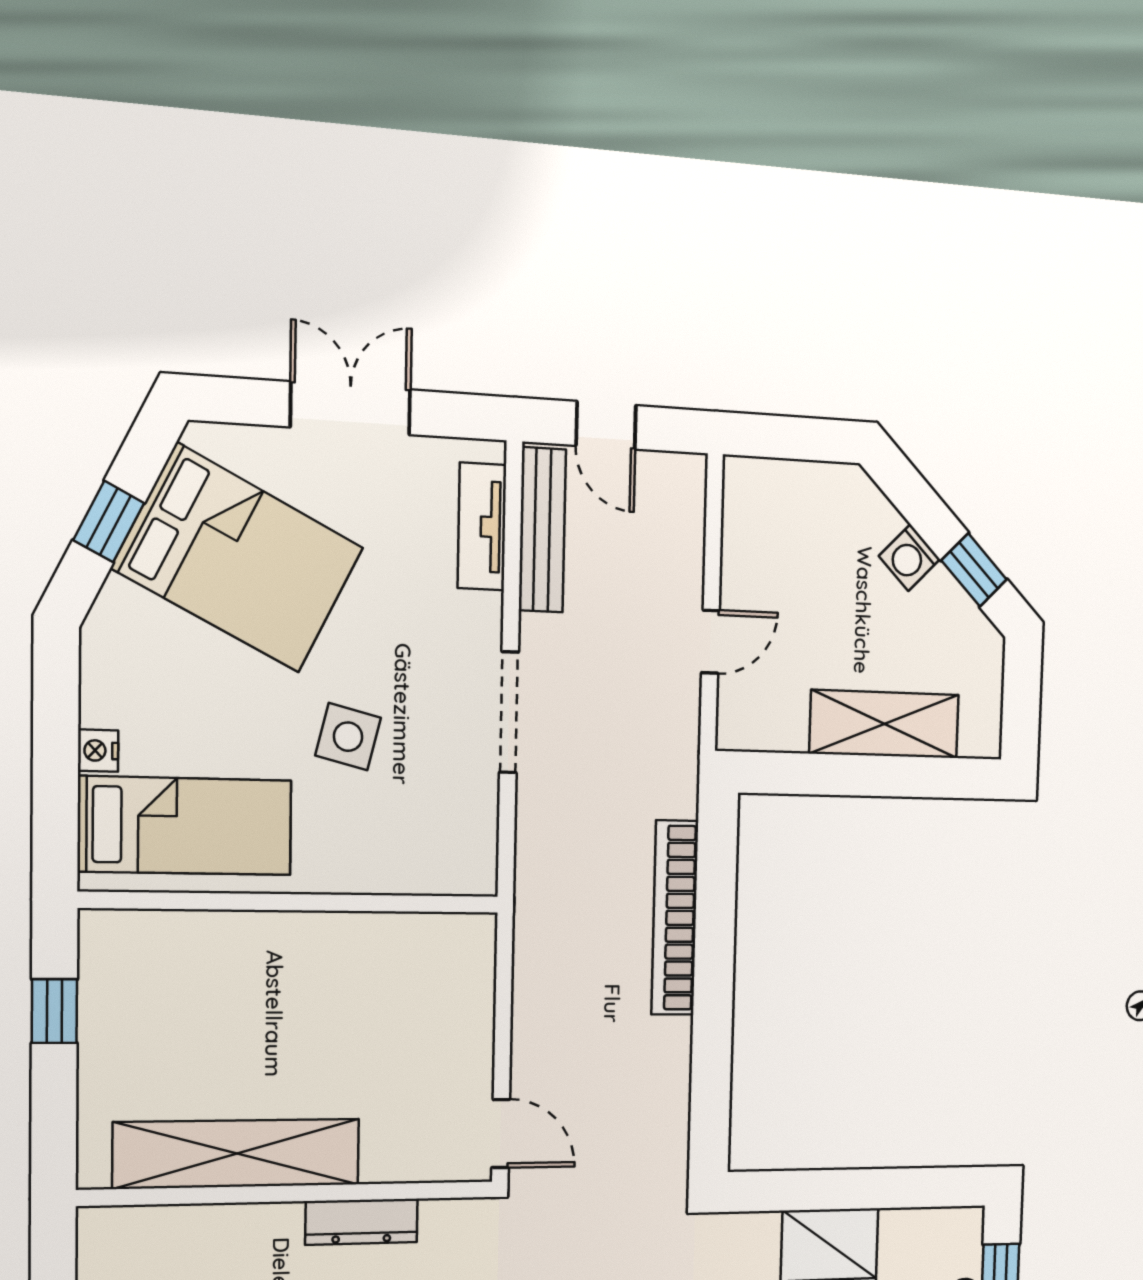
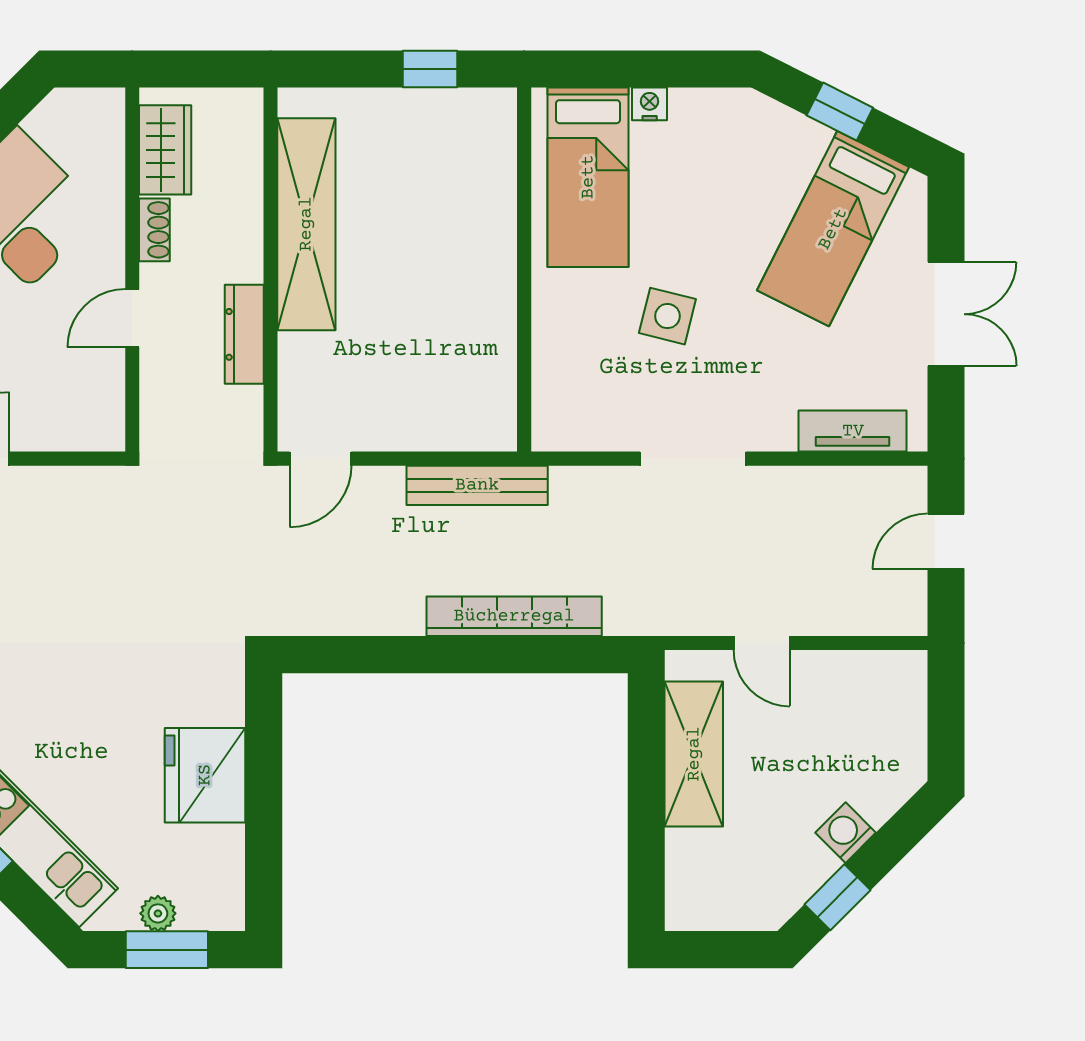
bench: (542, 530) -> (477, 485), moved
bed: (238, 558) -> (833, 229), width x0.67
shelving: (884, 724) -> (694, 754), moved

